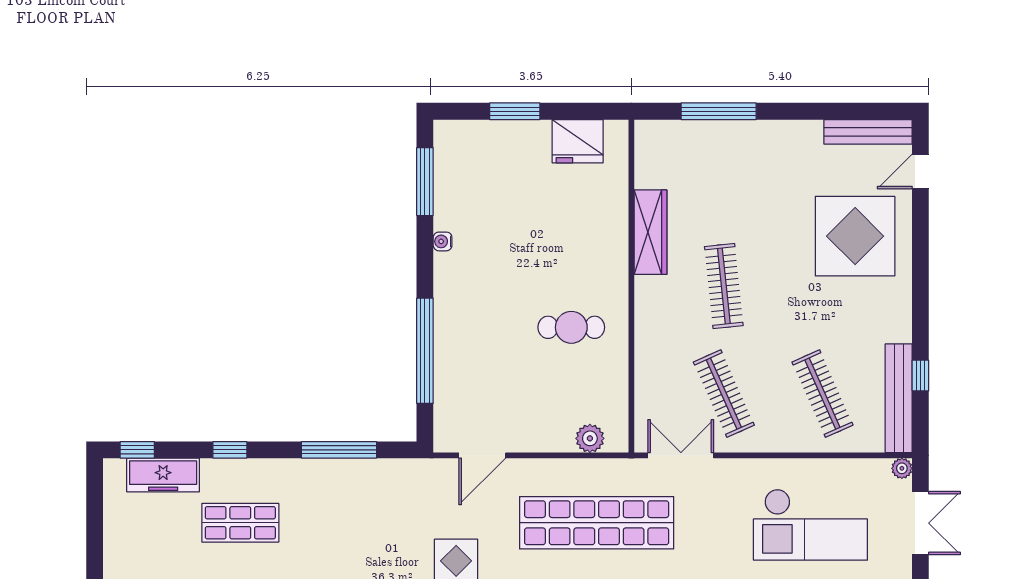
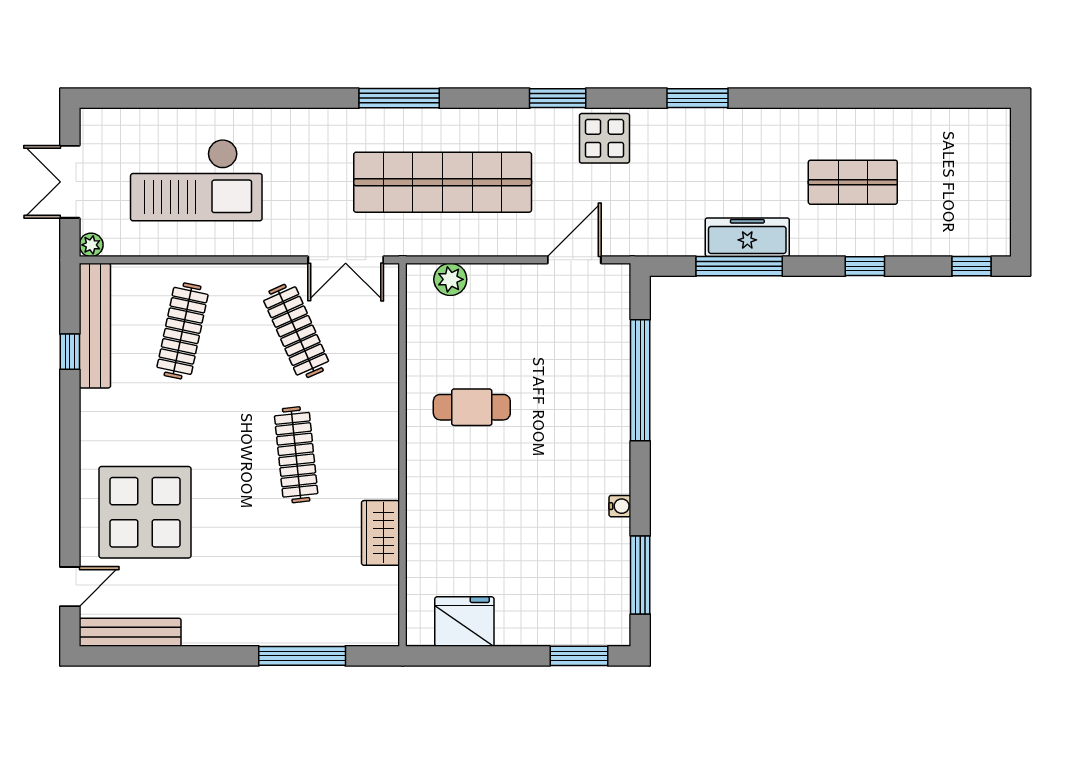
window: (515, 111) -> (579, 656), moved
wardrobe: (651, 232) -> (381, 533), width x0.67
clothes rail: (822, 394) -> (183, 331), turned 36
freezer: (163, 475) -> (747, 237), moved
checkout: (810, 525) -> (196, 180), turned 180

